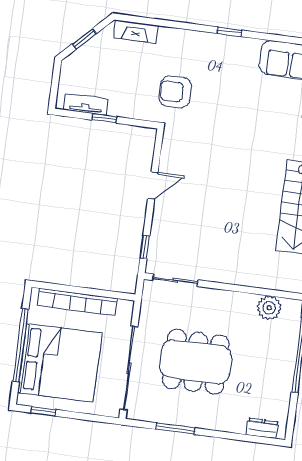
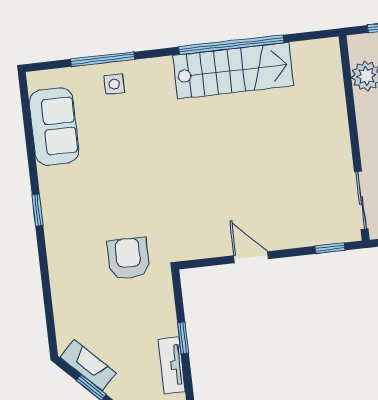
fireplace: (136, 32) -> (88, 365), moved, turned -45
armchair: (175, 92) -> (128, 258), turned 180

